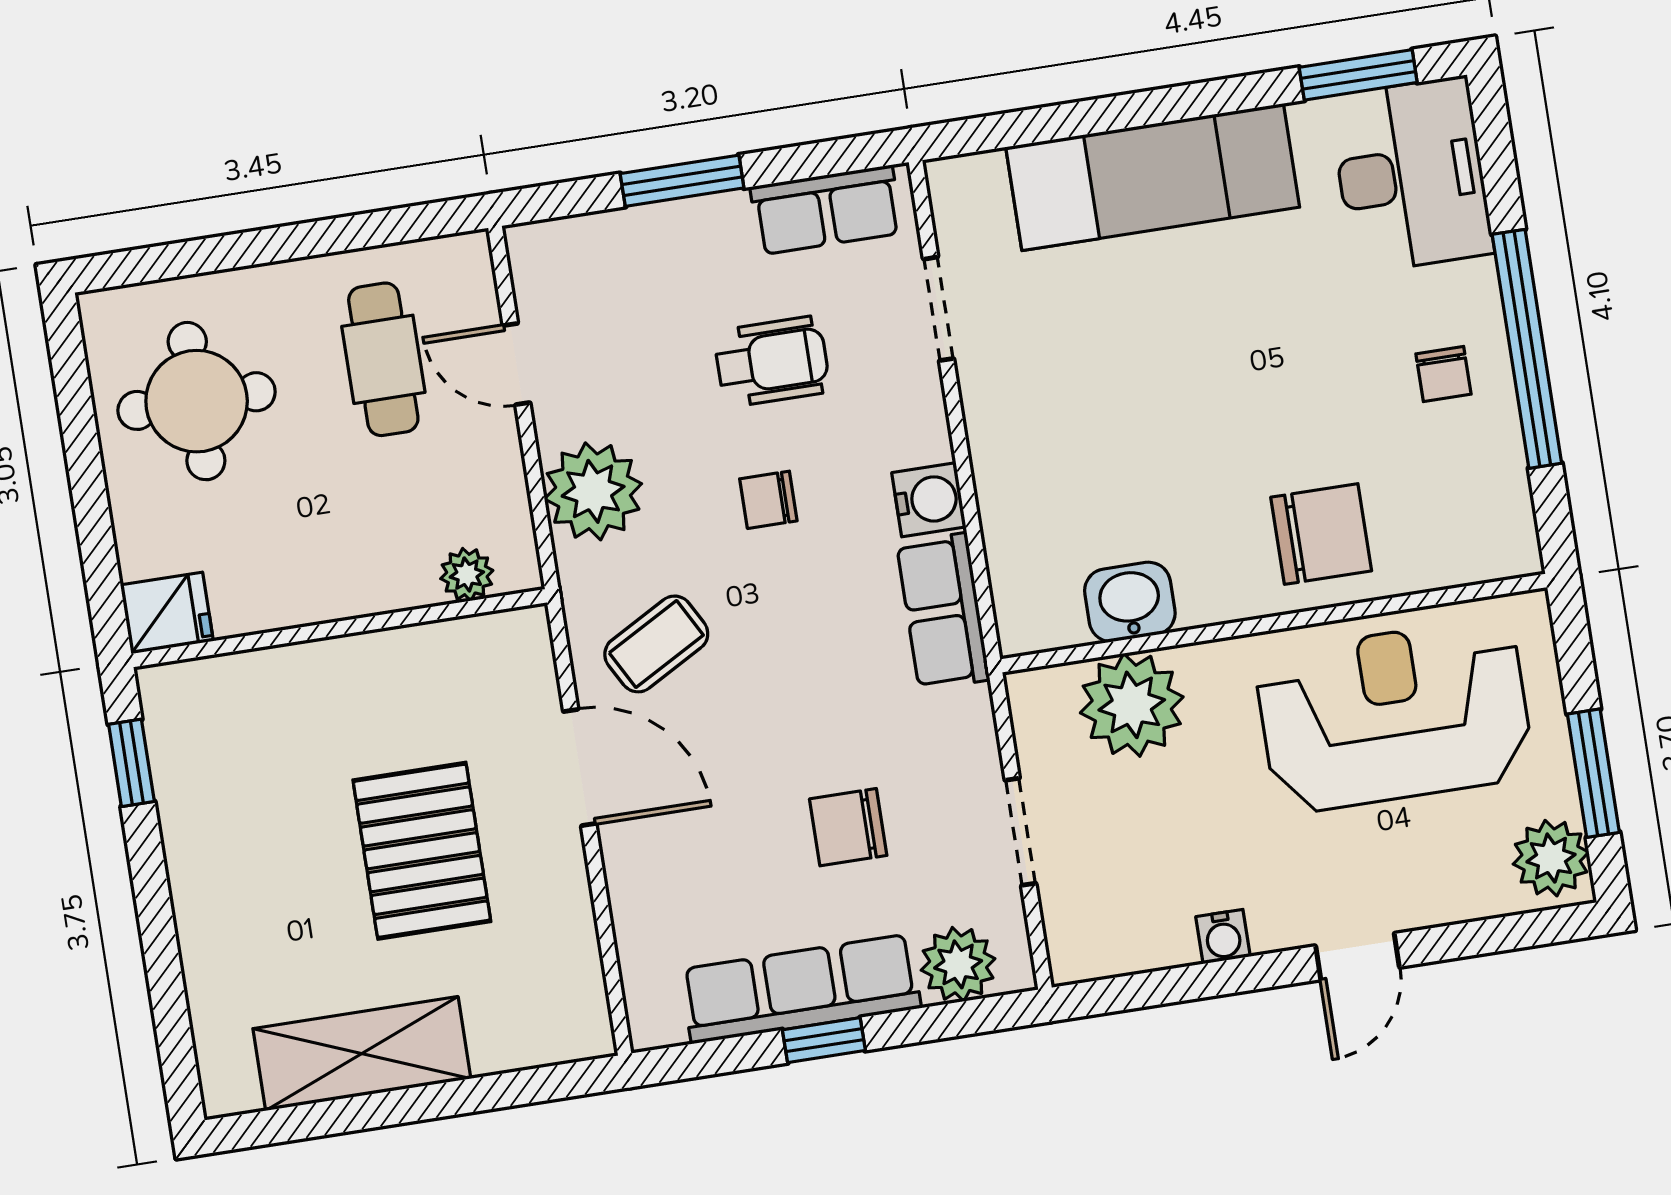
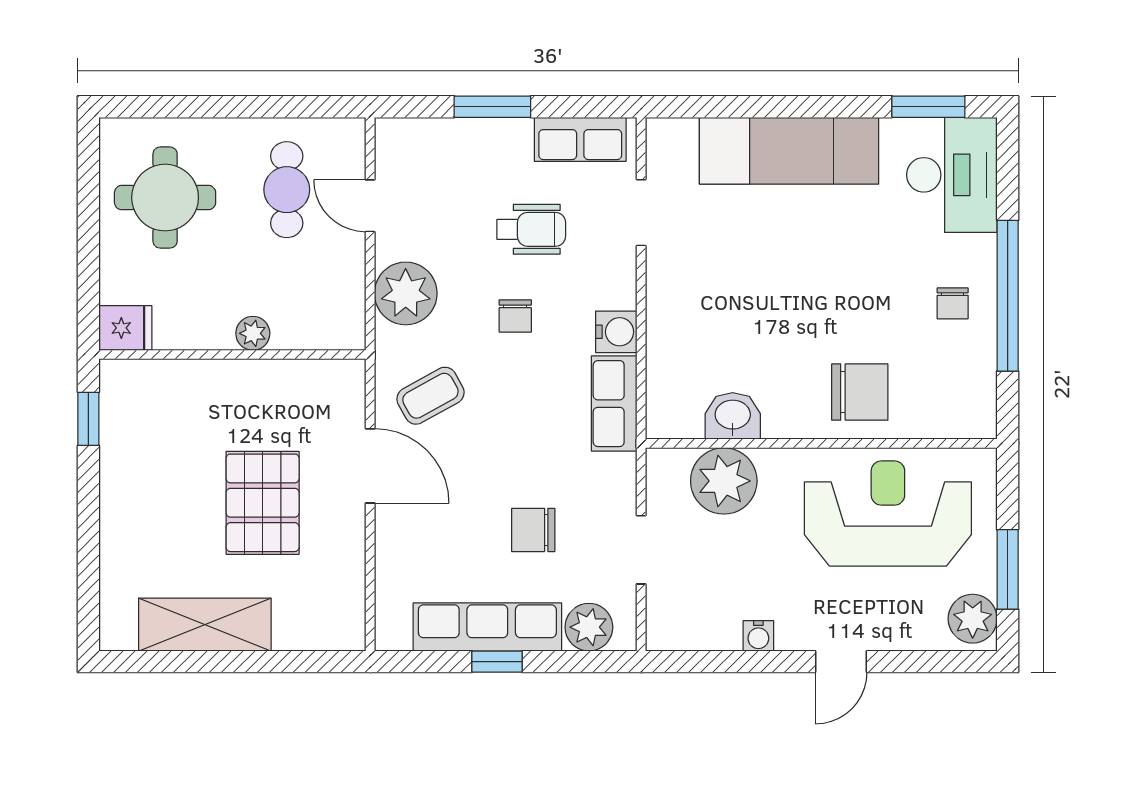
chair: (768, 500) -> (515, 316), turned -90
plant: (467, 575) -> (253, 333), moved

